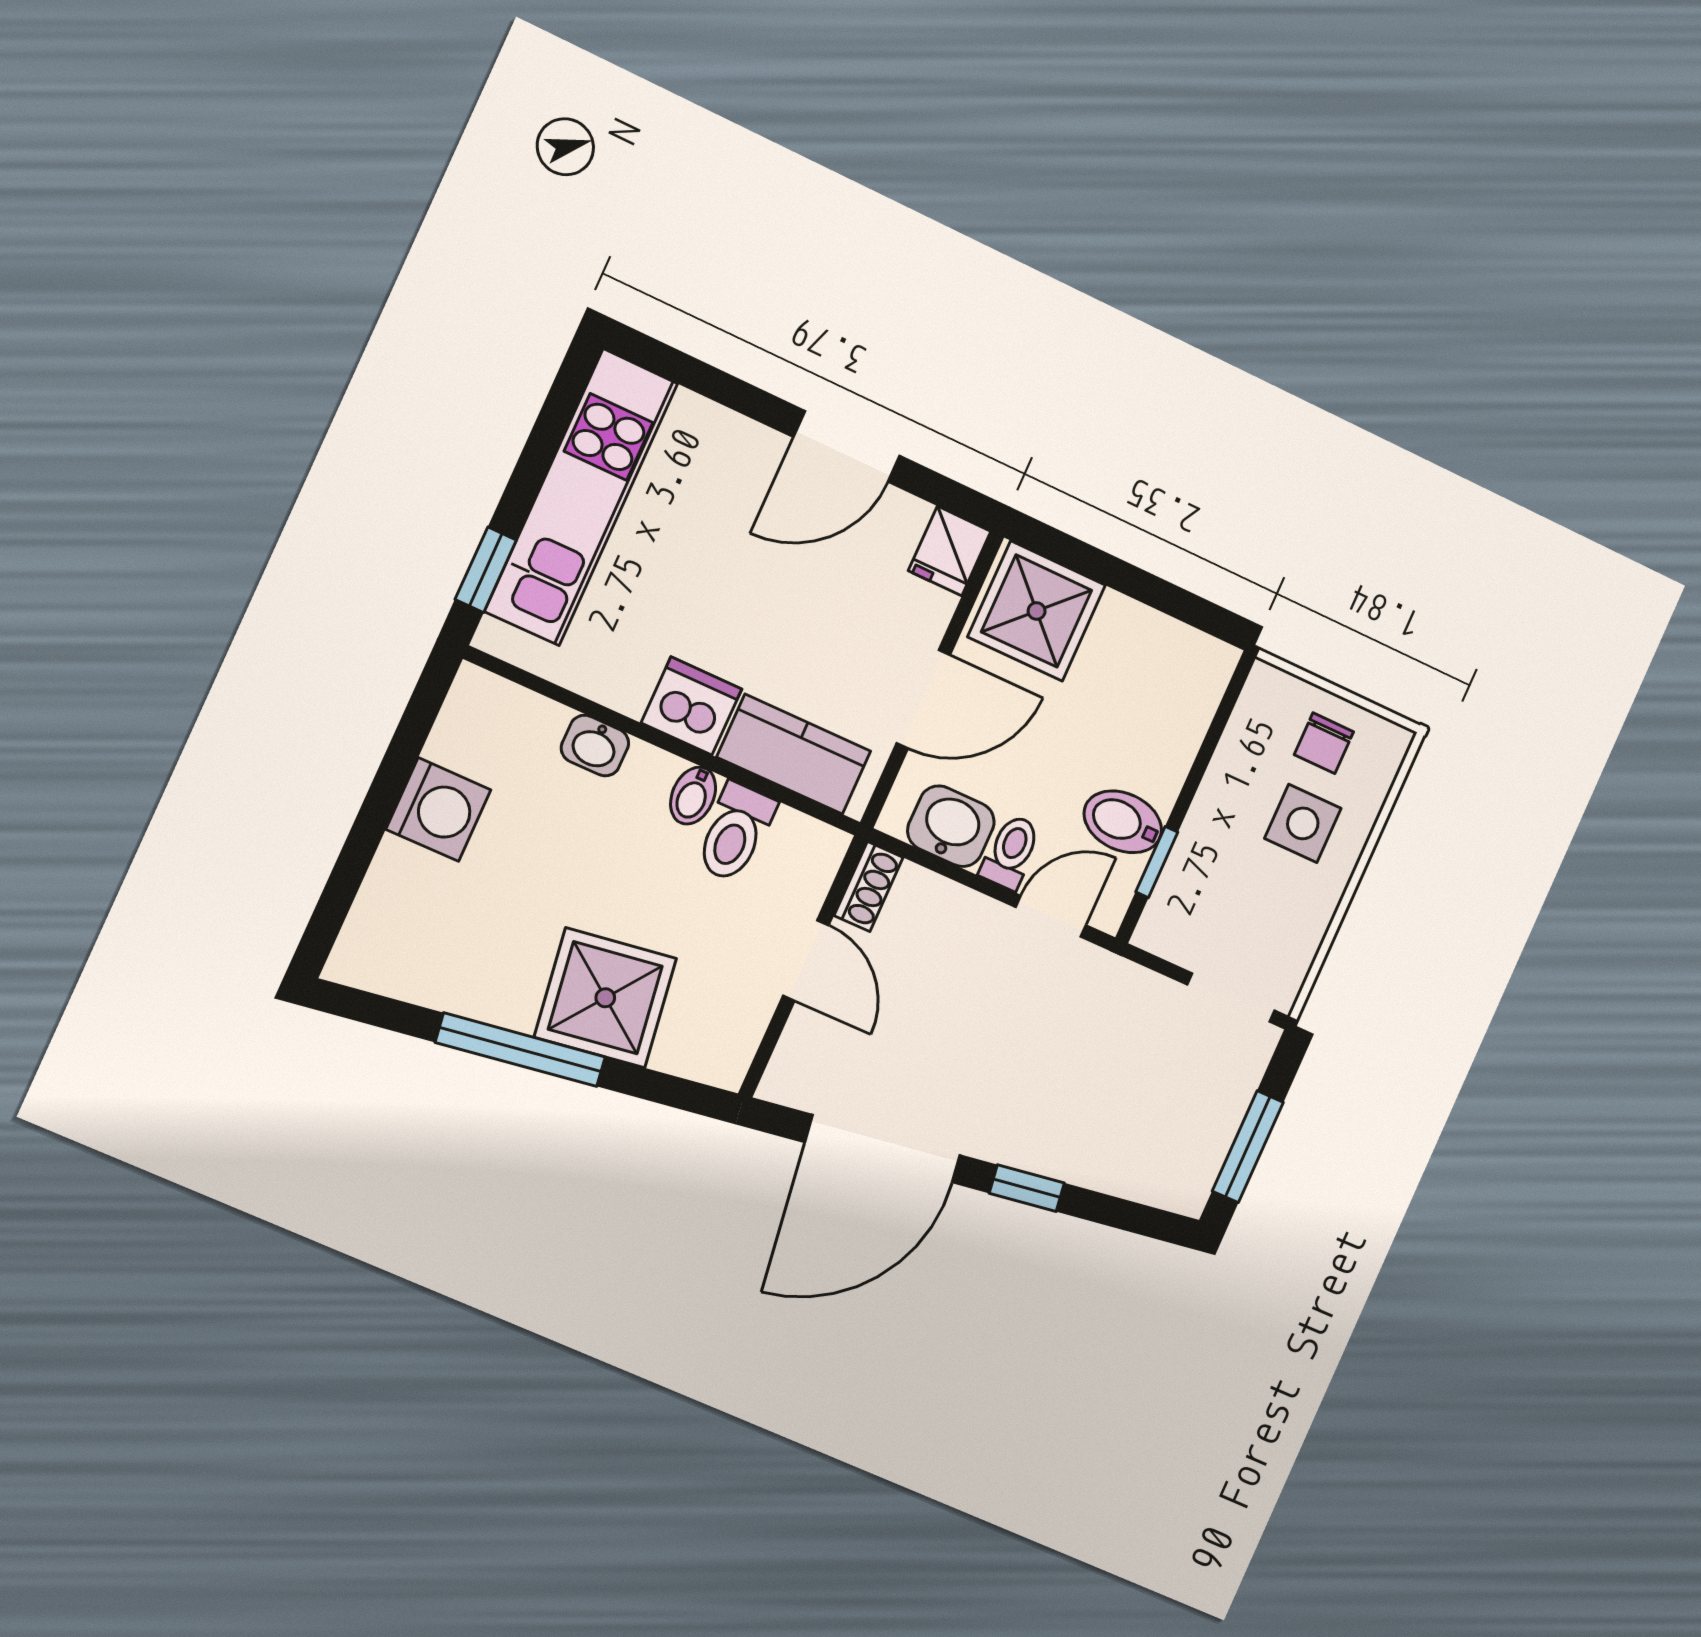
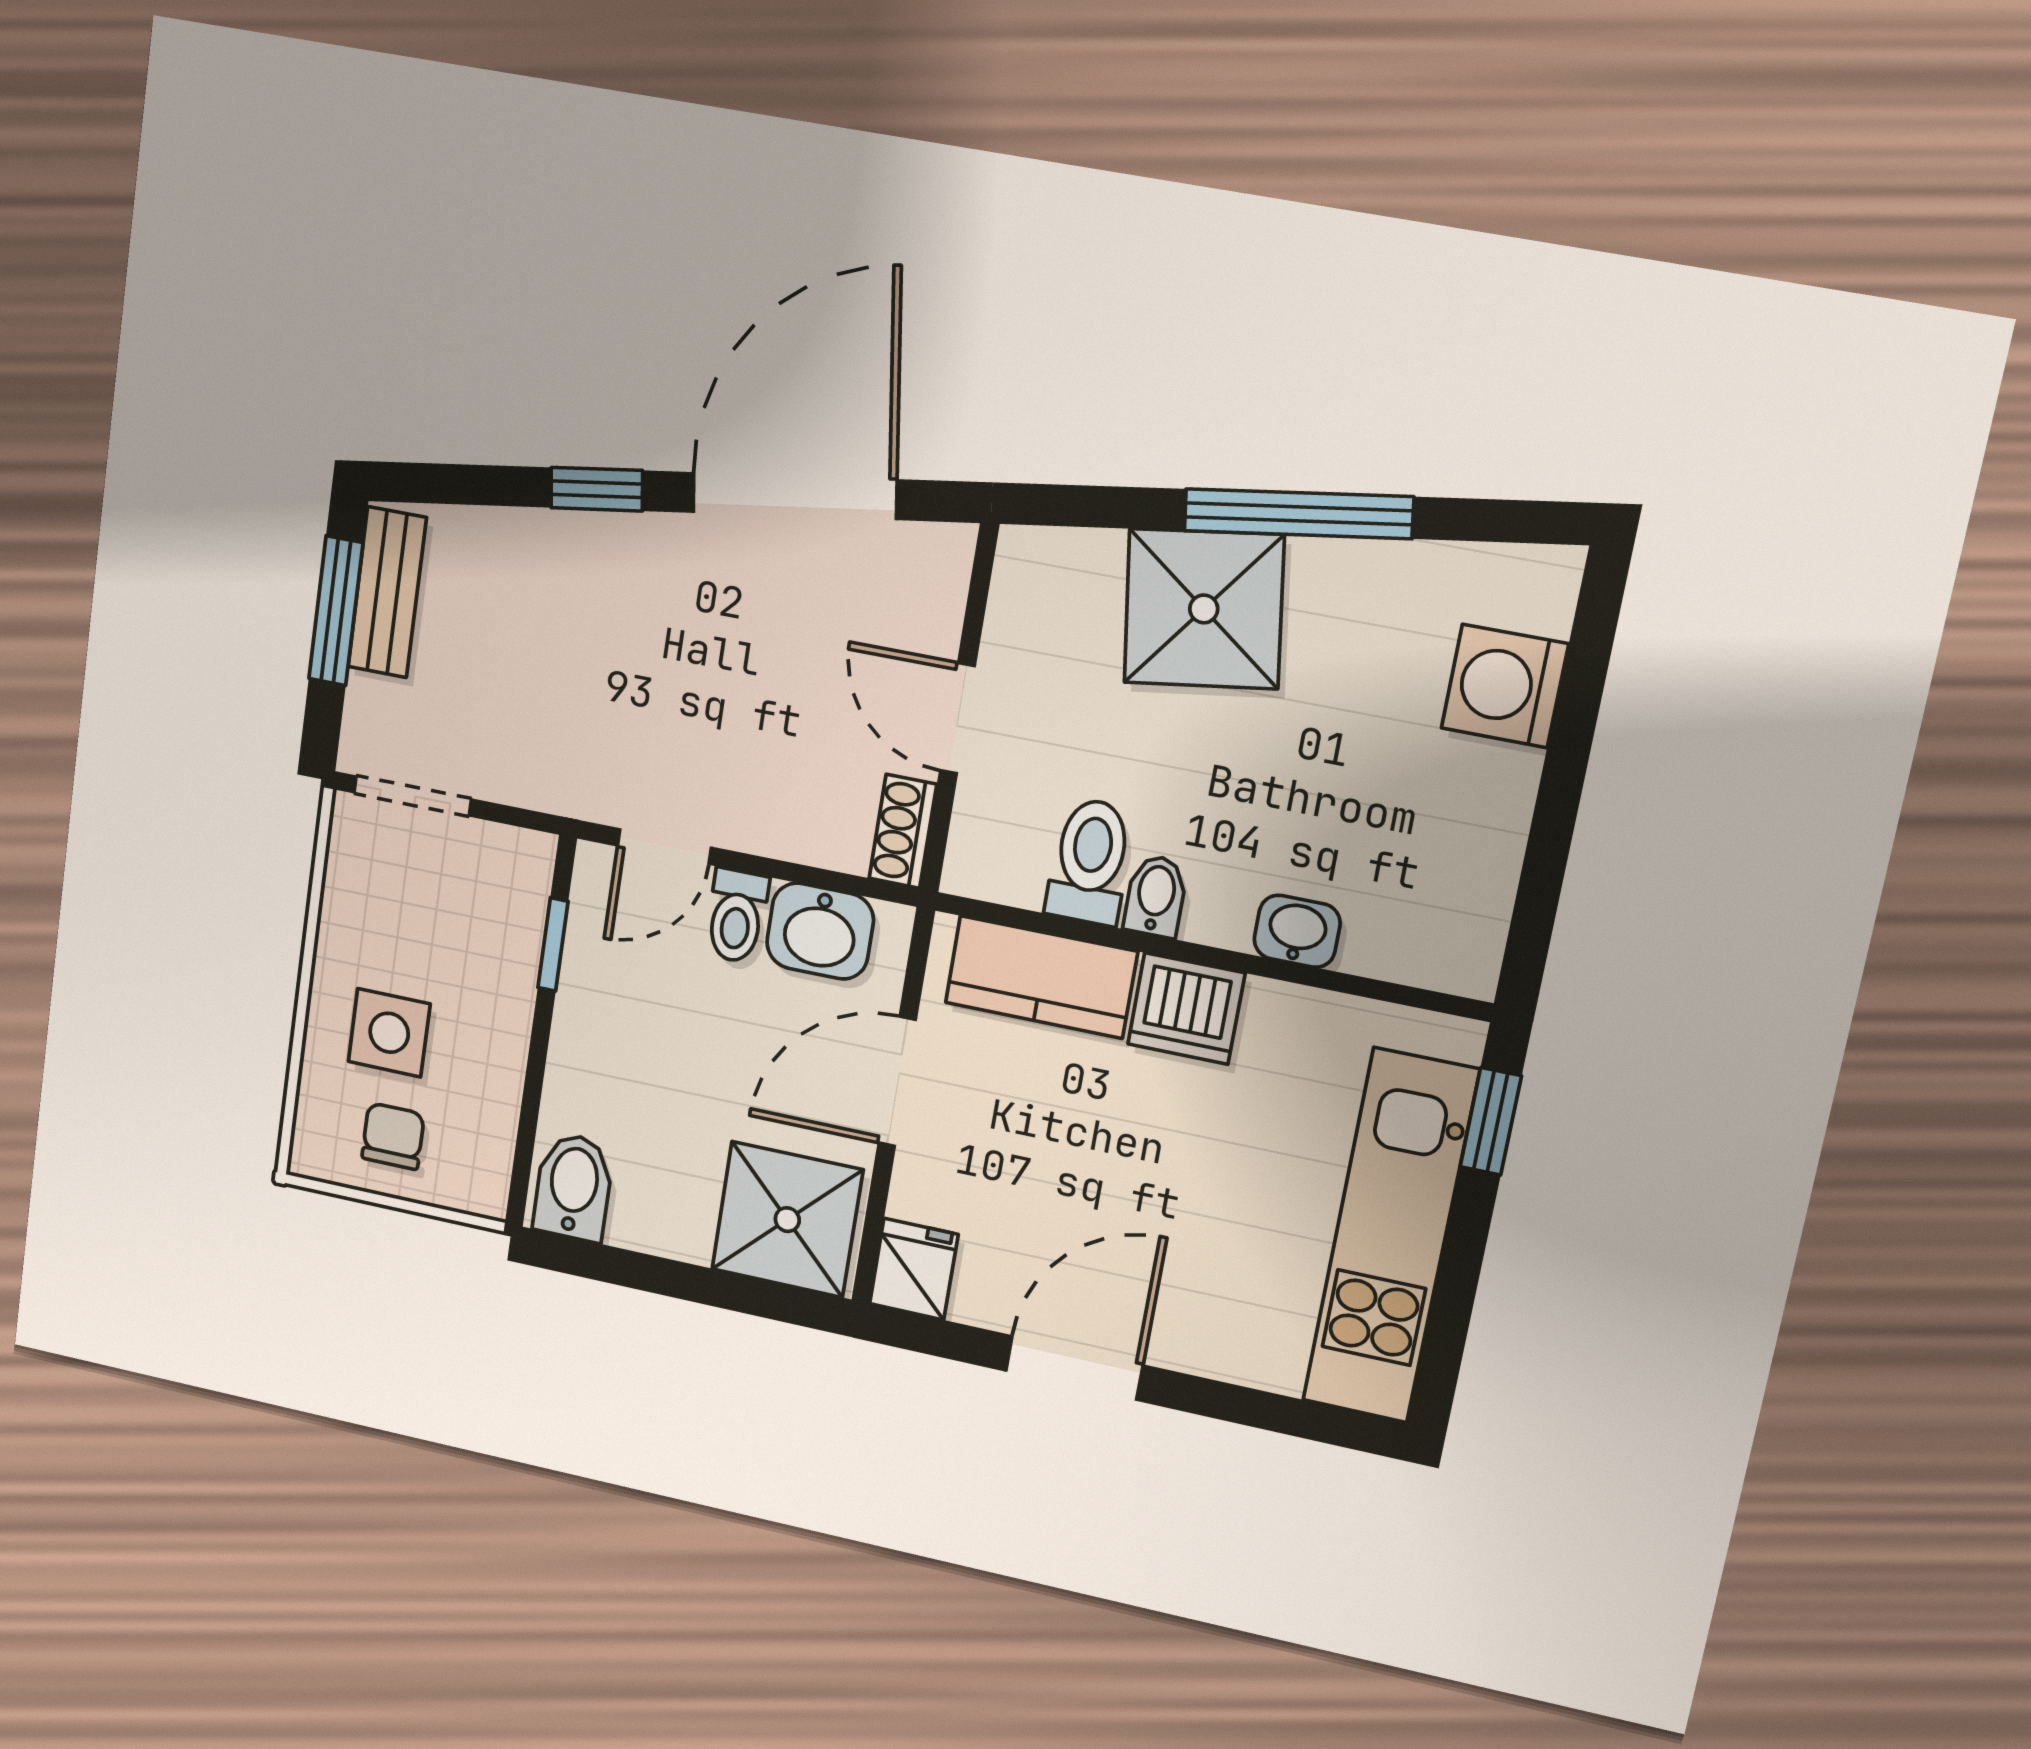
washing machine: (438, 809) -> (1505, 686), moved
bidet: (1123, 822) -> (573, 1187), moved, turned -90
bench: (1205, 1151) -> (387, 592), added

